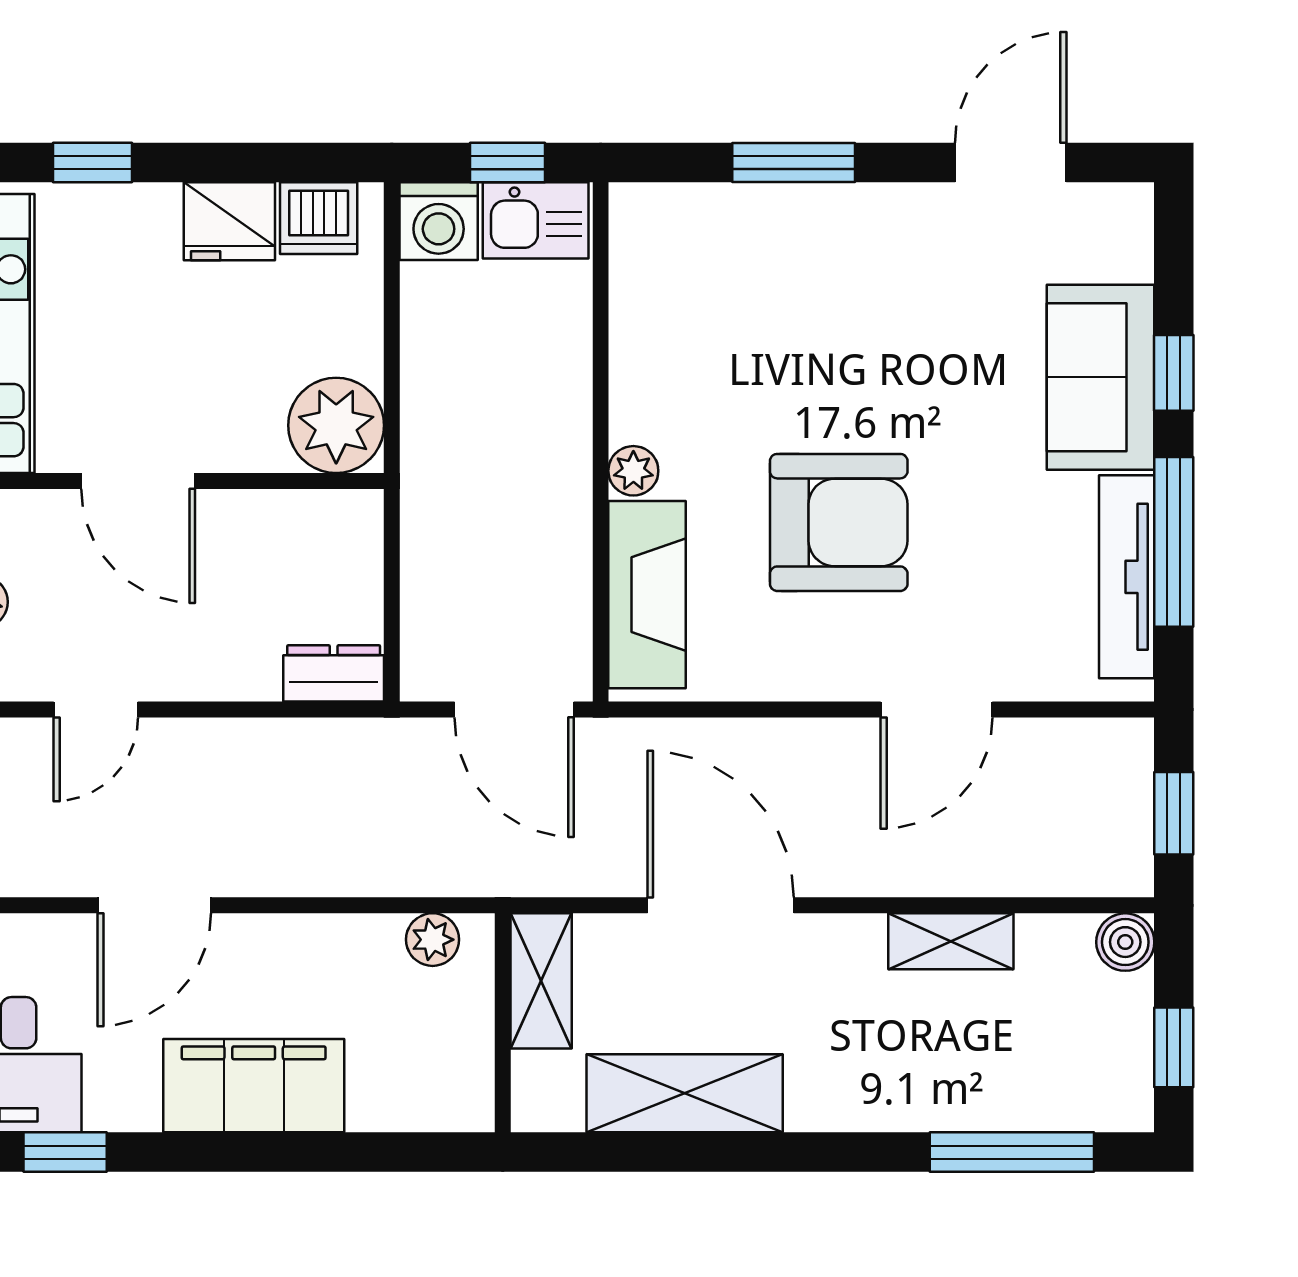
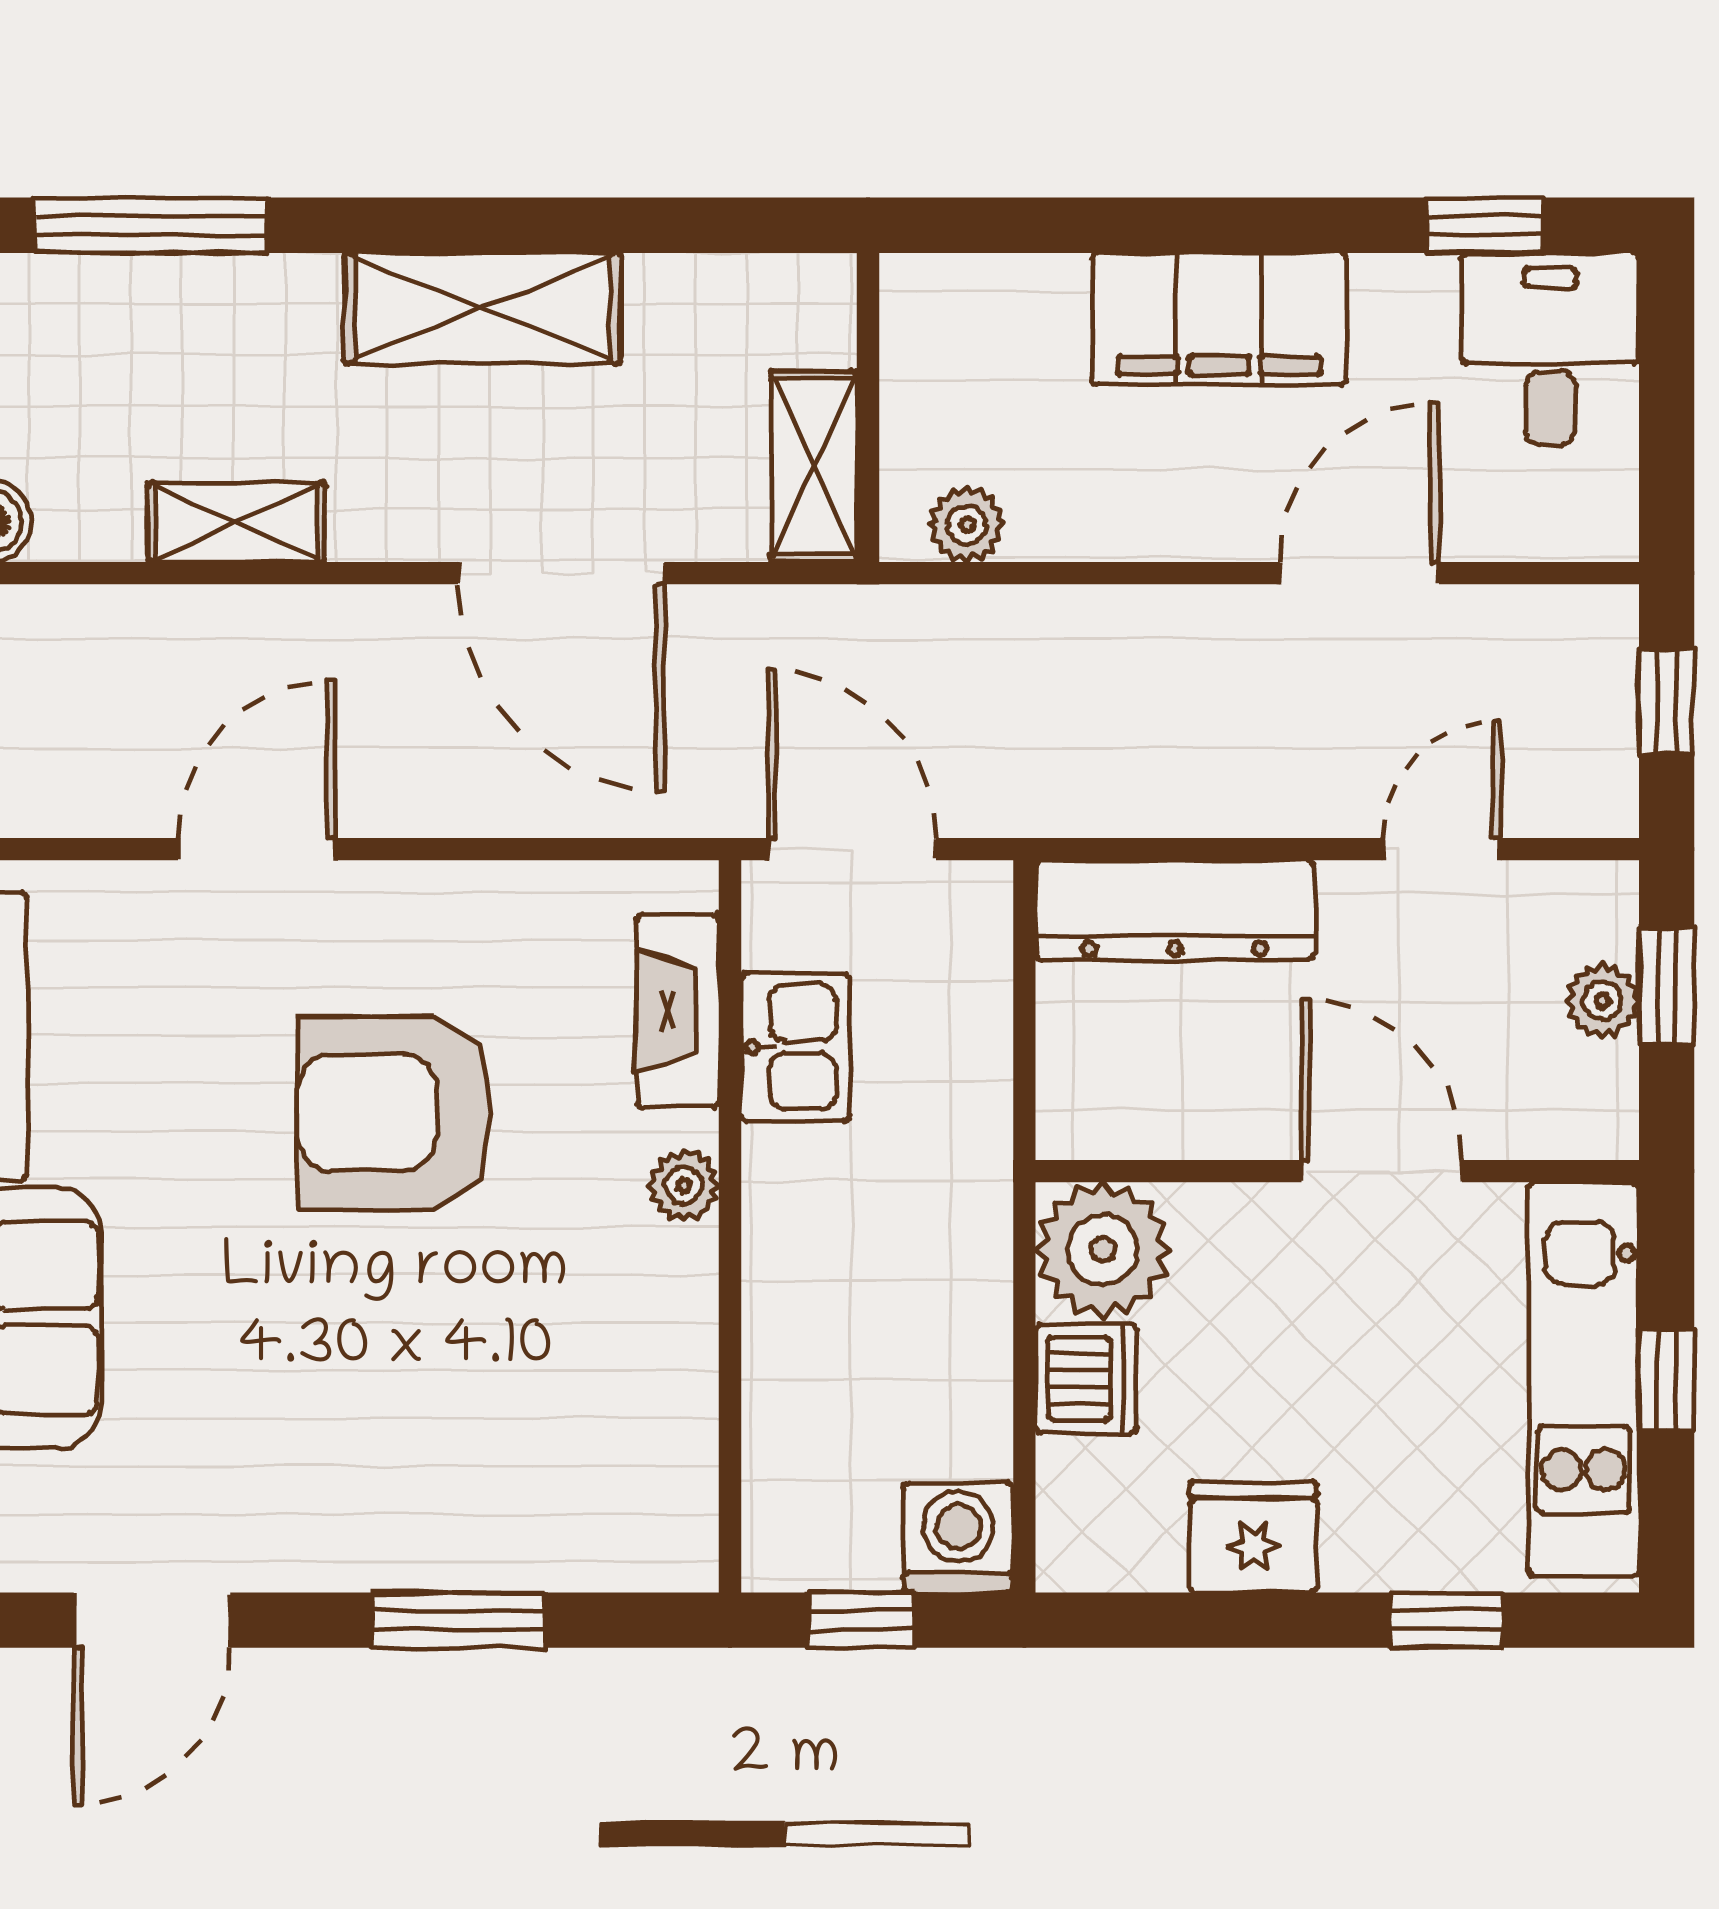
dishwasher: (319, 218) -> (1086, 1379), moved, turned 90
kitchen sink: (536, 220) -> (795, 1047), moved, turned 90
fireplace: (647, 595) -> (678, 1011), width x0.73, depth x0.76
dresser: (334, 673) -> (1175, 910), width x1.96, depth x1.24
shelving: (685, 1093) -> (482, 308), moved

